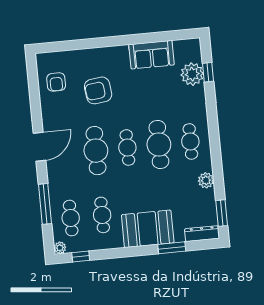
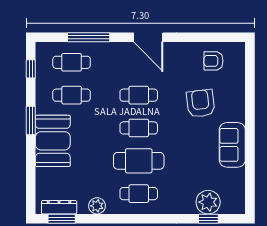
sofa: (151, 55) -> (232, 145), moved
cafe table: (96, 151) -> (139, 95), width x0.73, depth x0.74
dresser: (202, 234) -> (59, 207), moved, turned -90
plant: (60, 248) -> (42, 48), removed
window: (172, 248) -> (31, 120), moved

